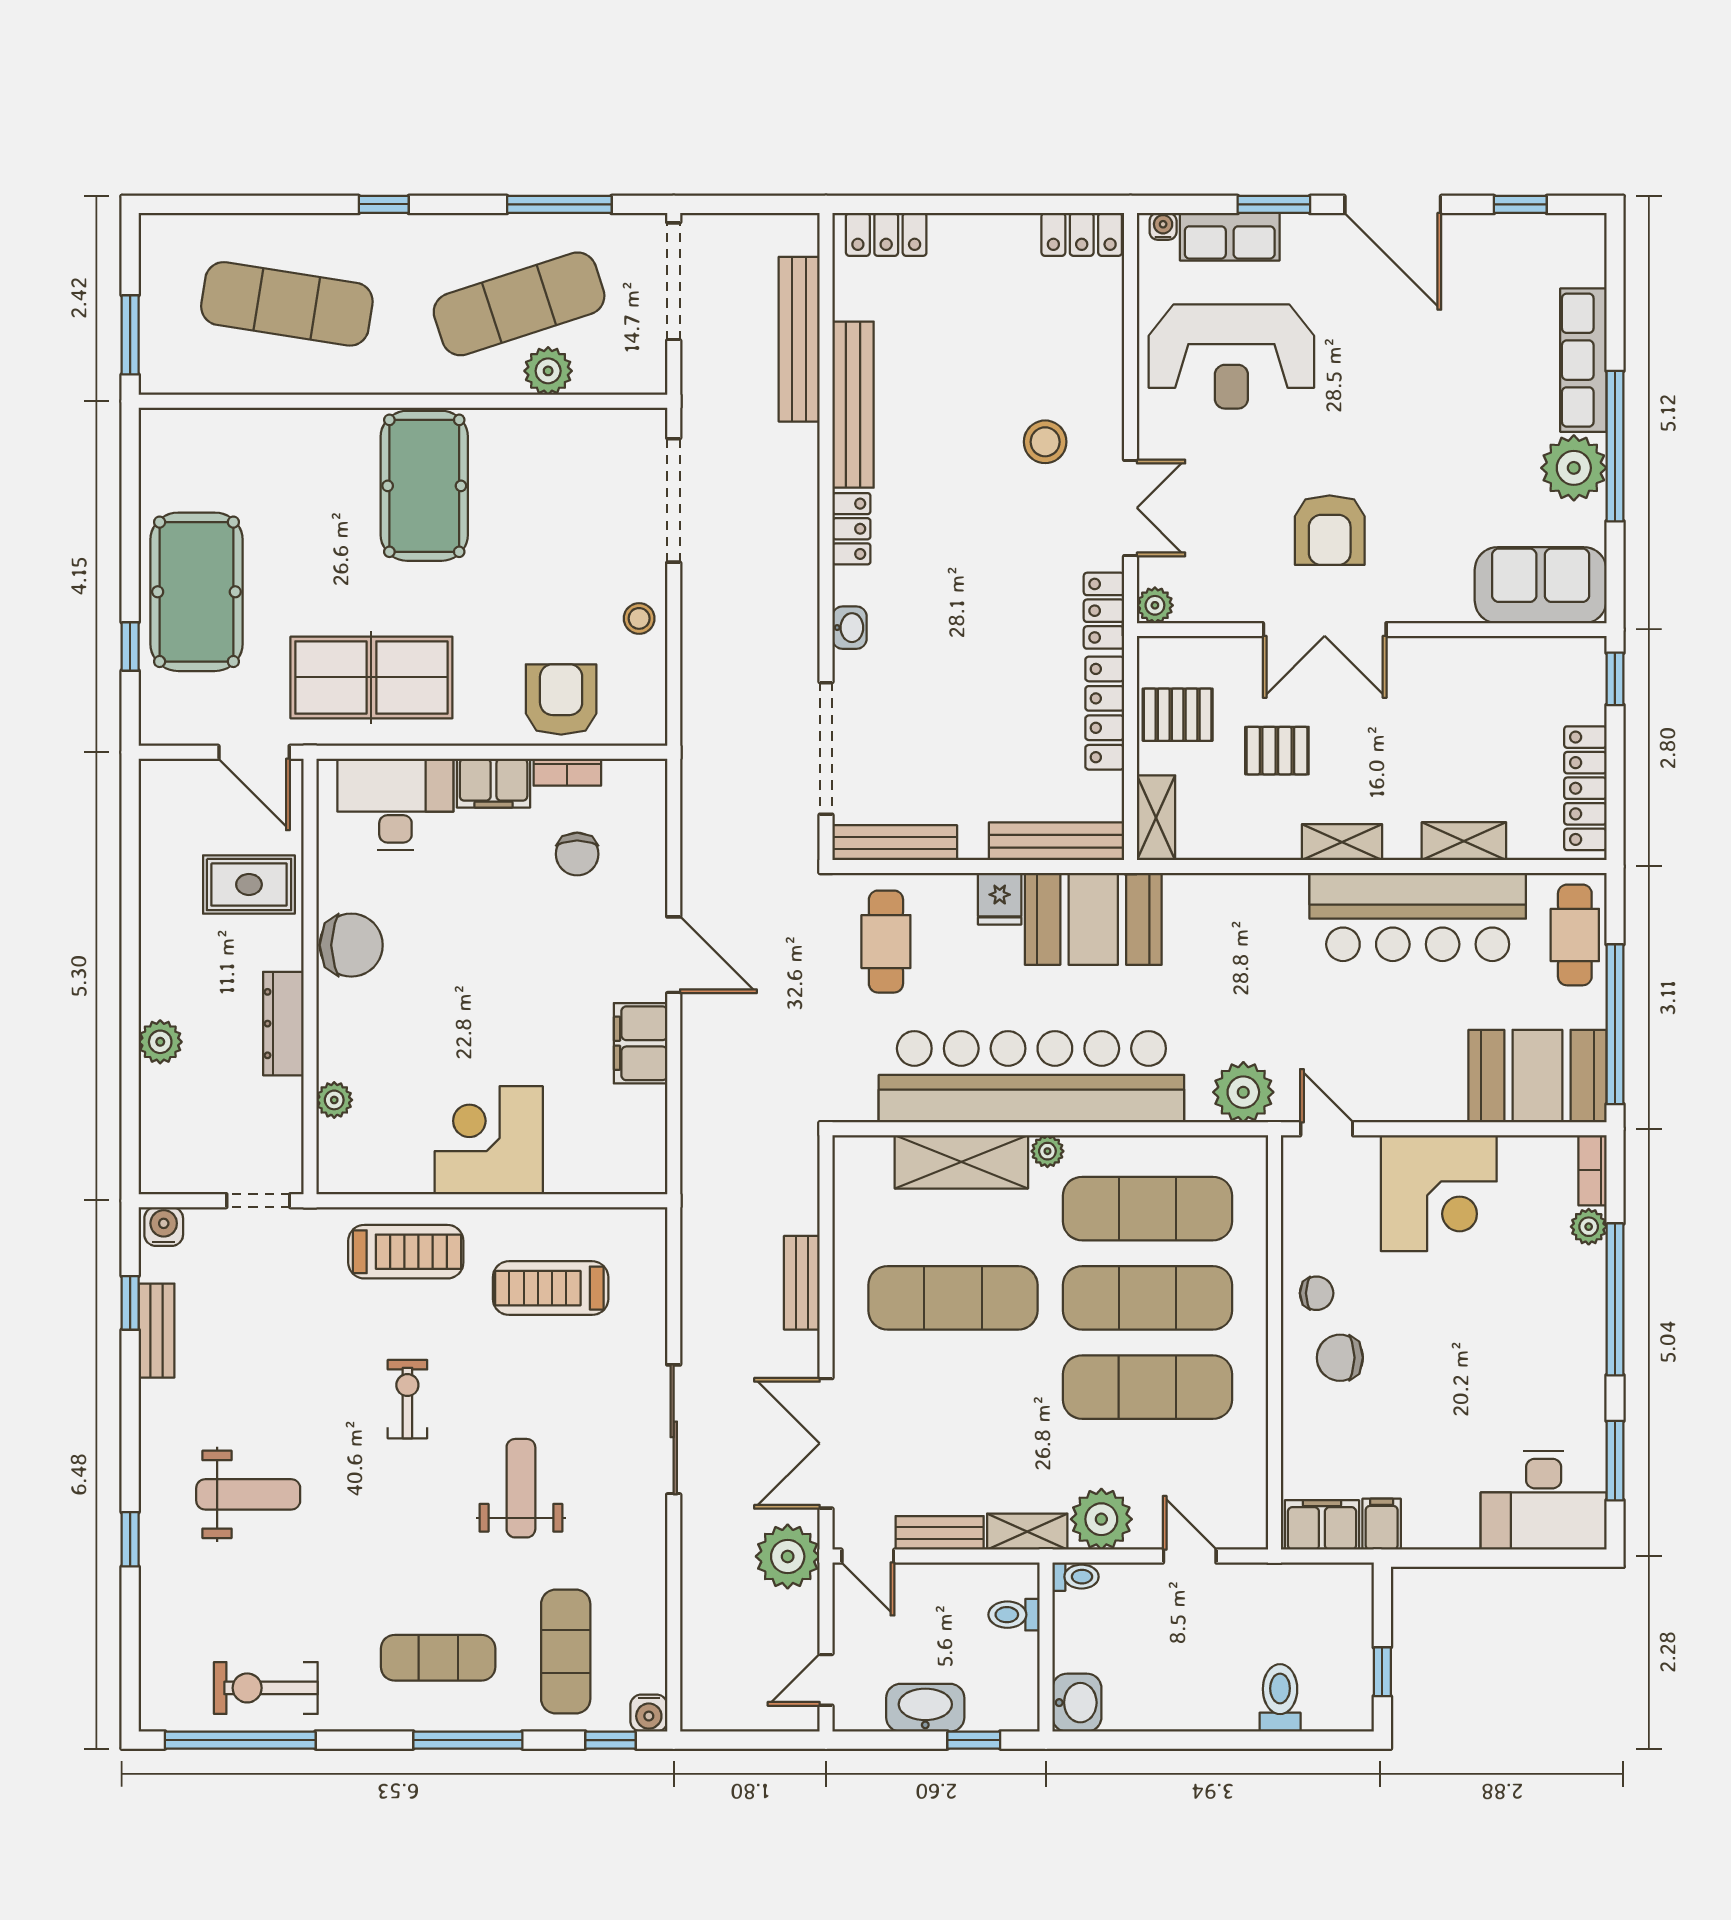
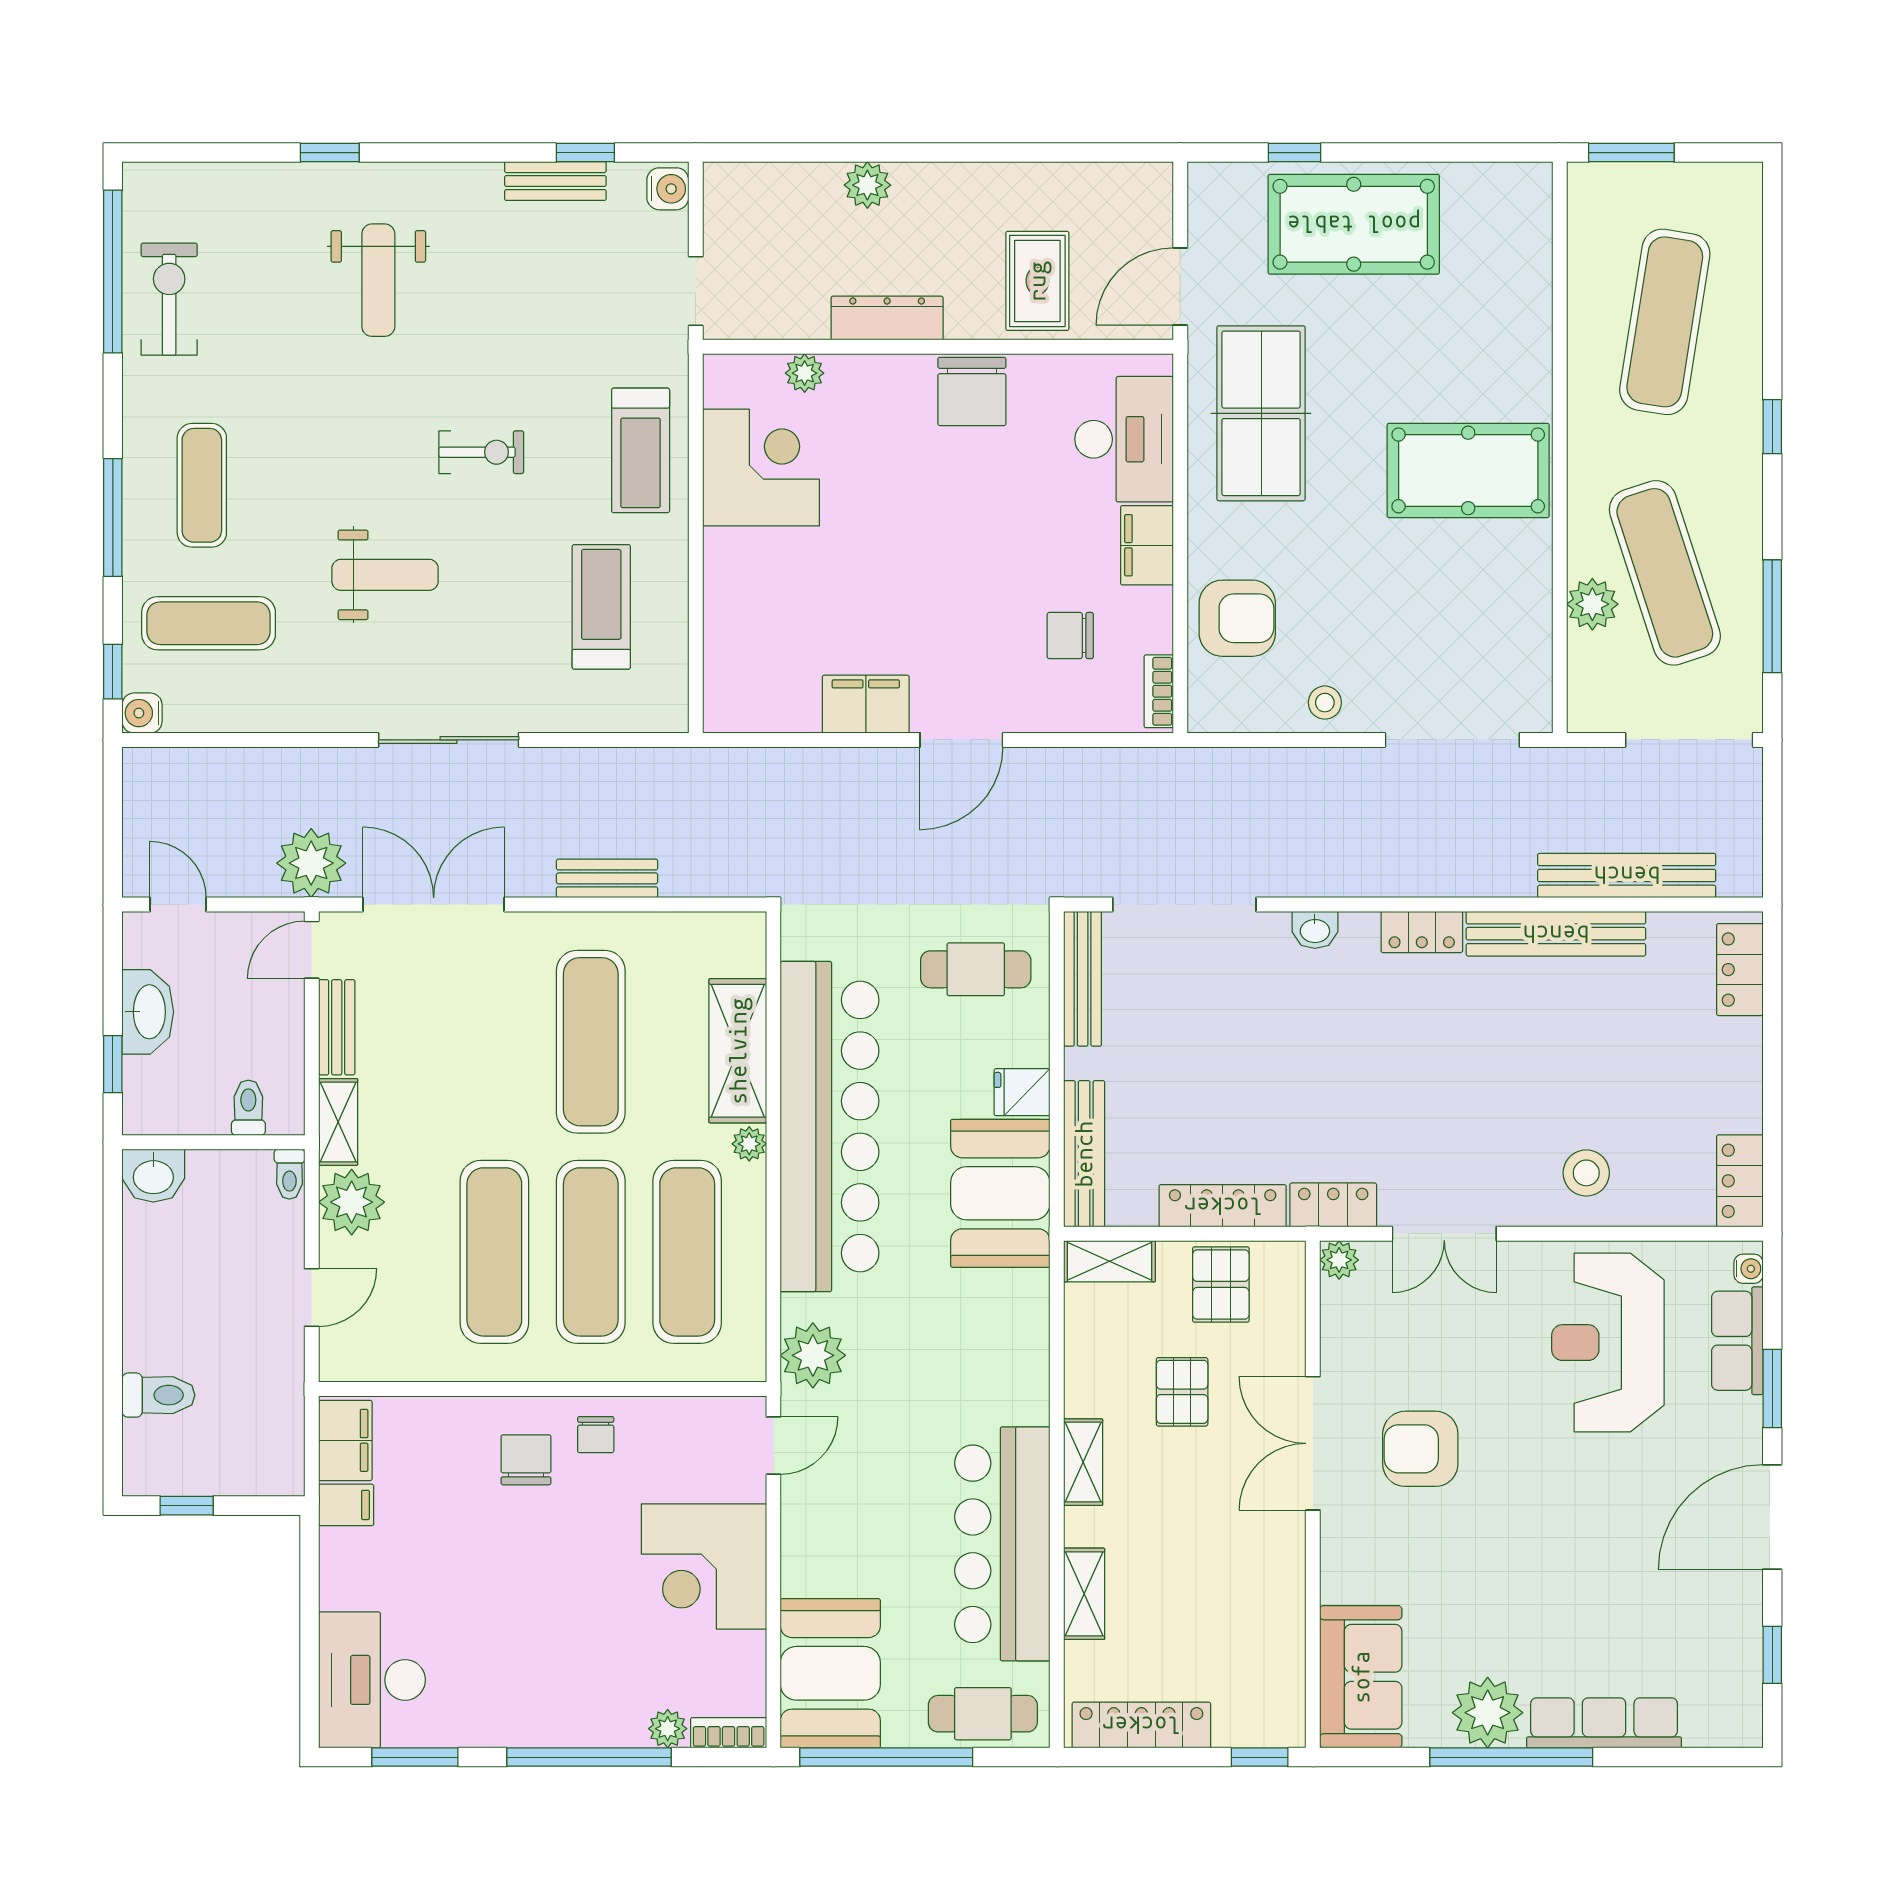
stool: (1045, 442) -> (1586, 1173), moved
bookcase: (567, 772) -> (1159, 691), moved
corner desk: (489, 1140) -> (761, 468), moved

